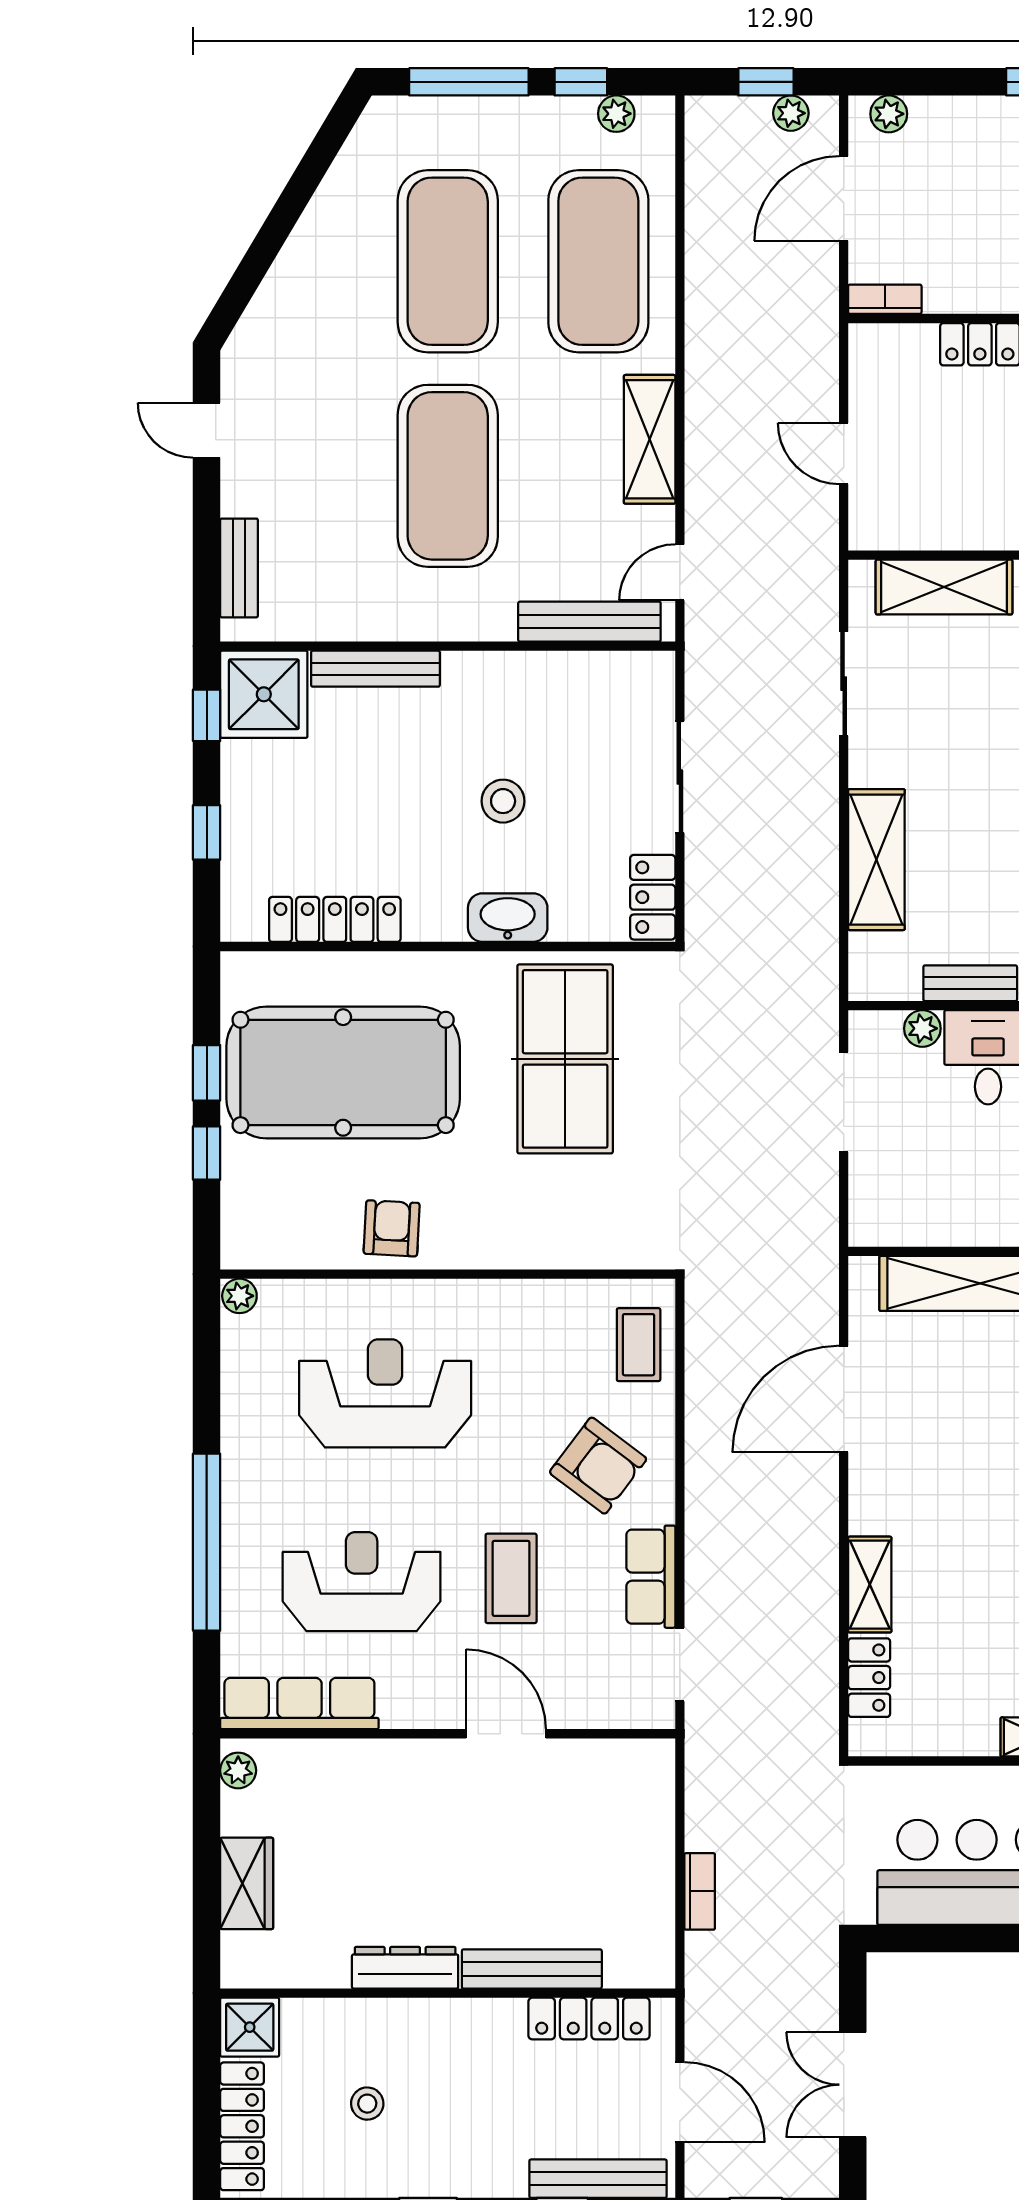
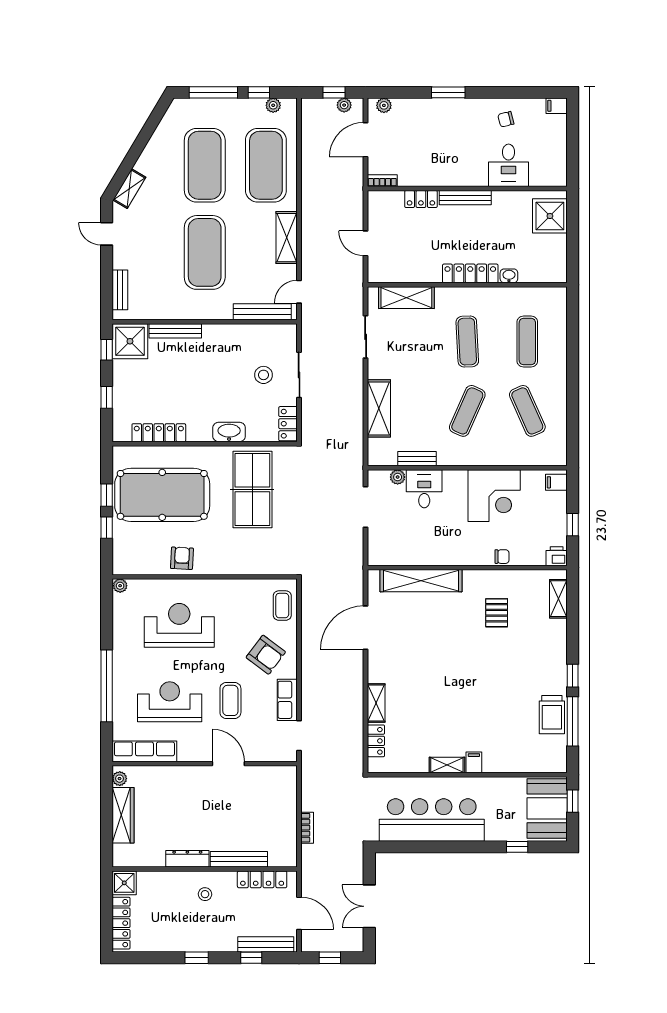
shelving: (262, 319) -> (129, 189), added
stool: (503, 801) -> (264, 375), moved
wardrobe: (247, 1883) -> (123, 815), width x1.50
stool: (367, 2104) -> (205, 894), moved

